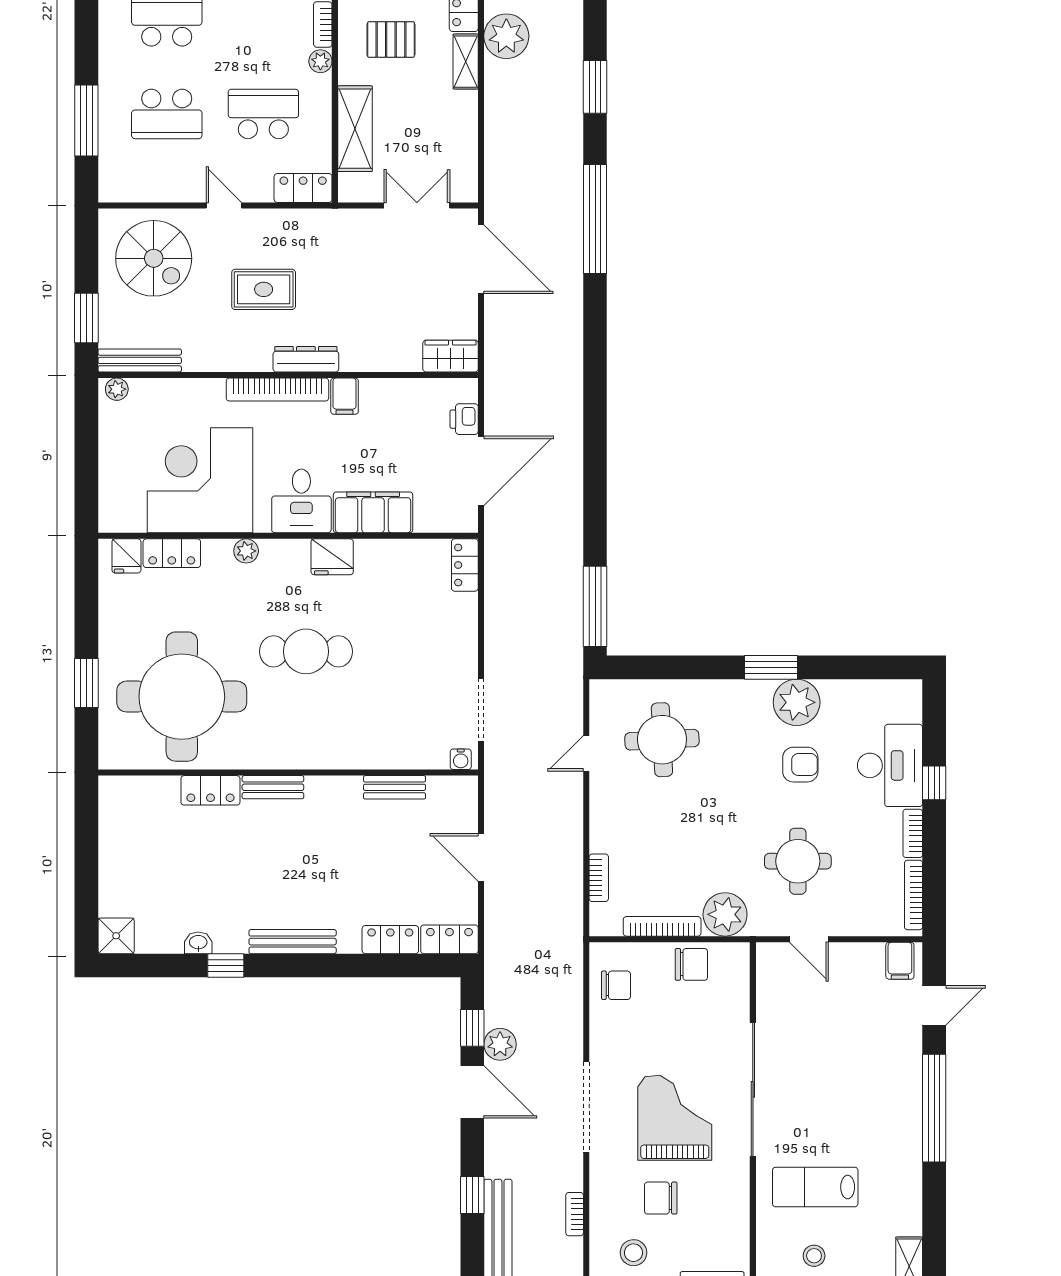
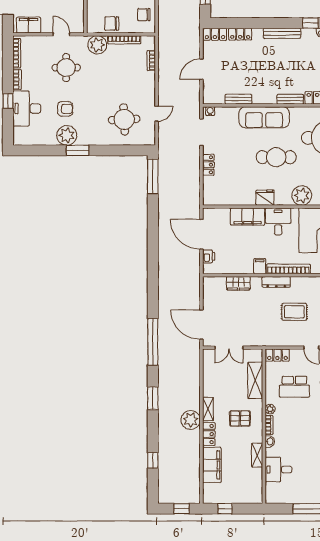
wardrobe: (451, 356) -> (238, 283), moved
door: (481, 471) -> (201, 234), hinge flipped
plant: (246, 551) -> (302, 196), width x1.87, depth x1.87
locker: (465, 565) -> (208, 165), moved
sofa: (334, 745) -> (264, 117), added
armchair: (800, 765) -> (65, 109), turned 180
door: (481, 857) -> (201, 69), swing flipped
filing cabinet: (900, 961) -> (29, 25), width x2.00

